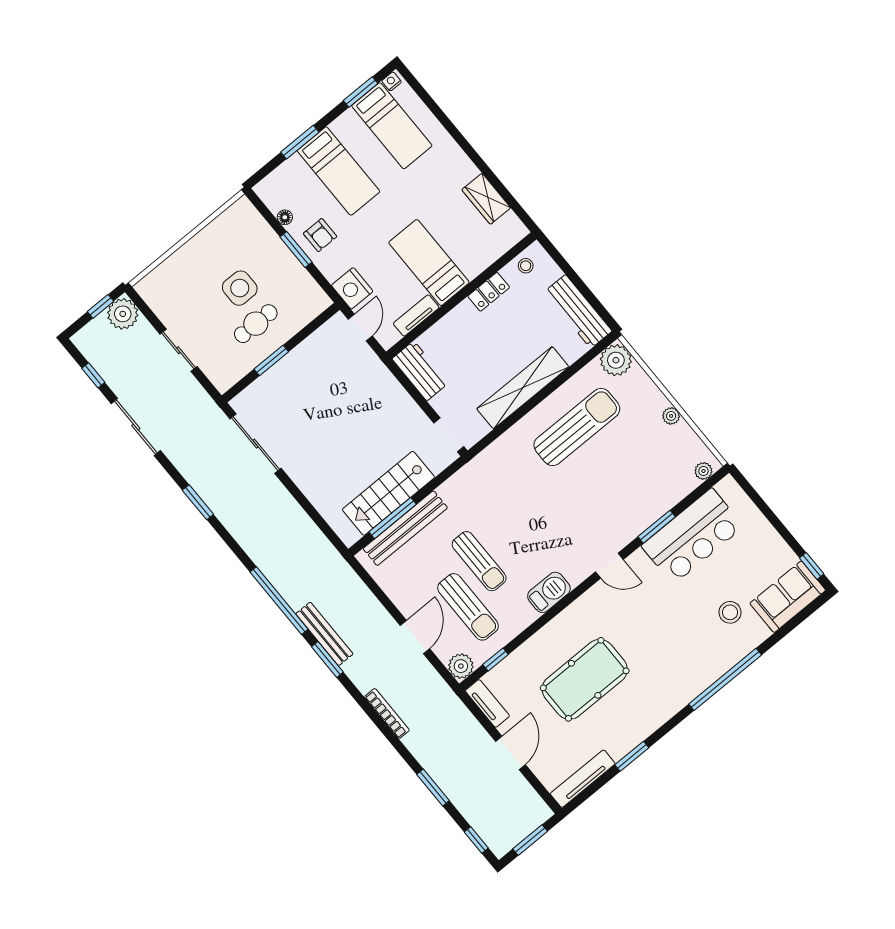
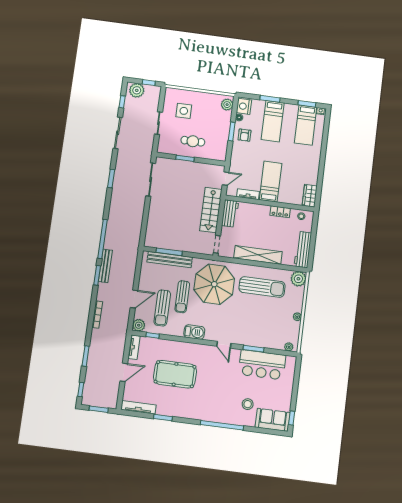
wardrobe: (486, 199) -> (310, 196), moved
plant: (247, 217) -> (227, 105), added
side table: (240, 288) -> (184, 111), moved
nightstand: (352, 288) -> (244, 106), moved
plant: (123, 314) -> (137, 90), moved
stairs: (388, 493) -> (211, 210), moved, turned -90
parasol: (505, 495) -> (214, 284), added

